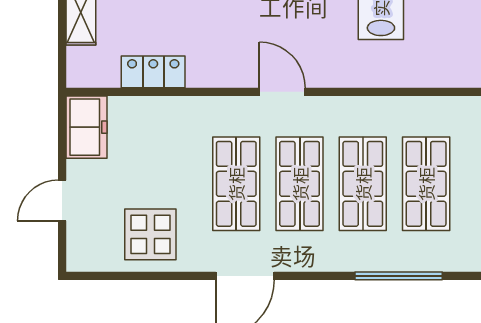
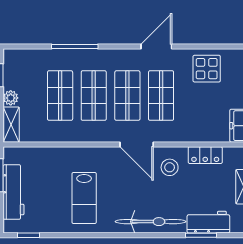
stool: (220, 49) -> (170, 167), added
door: (282, 92) -> (137, 144), width x1.37

